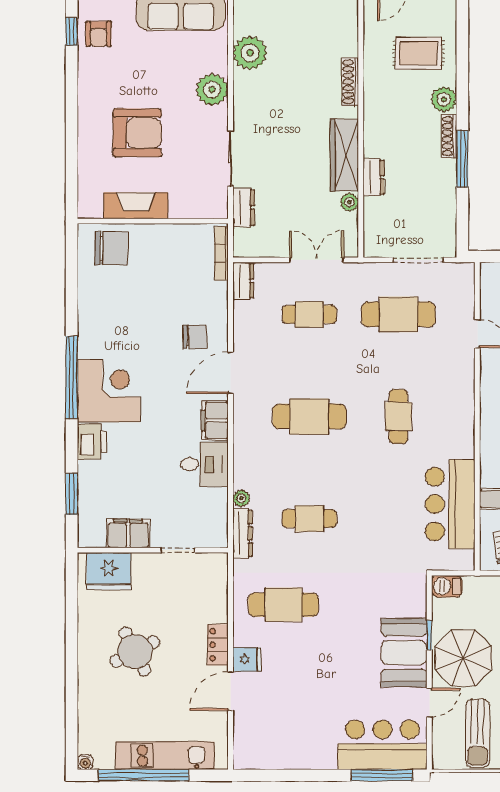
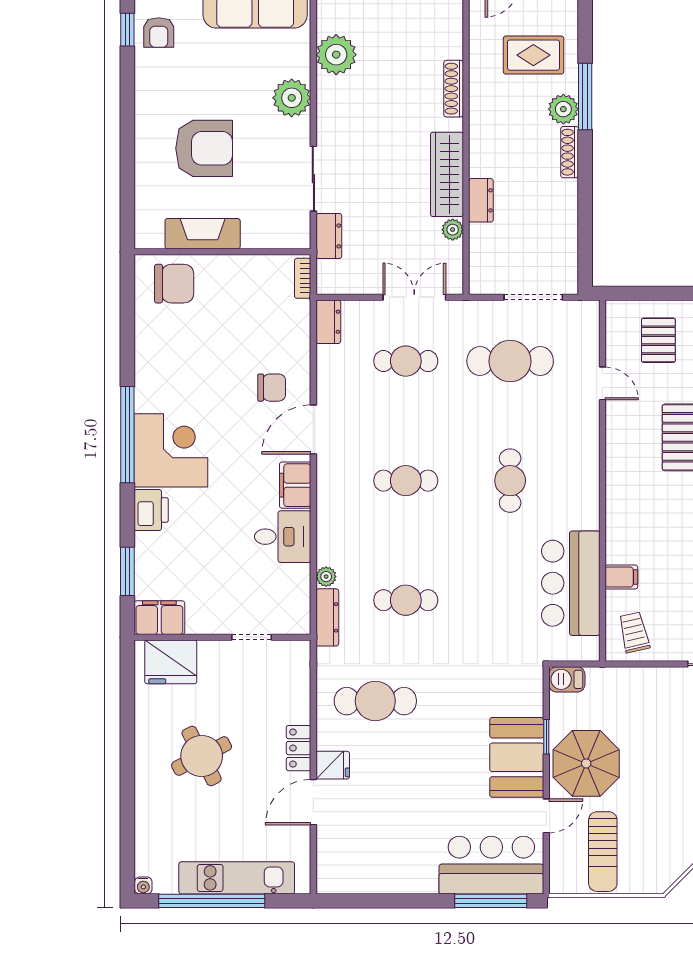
window: (462, 159) -> (585, 97), moved
bookcase: (221, 253) -> (303, 278), width x0.64
cafe table: (309, 416) -> (406, 481), width x0.73, depth x0.74
filing cabinet: (128, 533) -> (159, 618), moved

